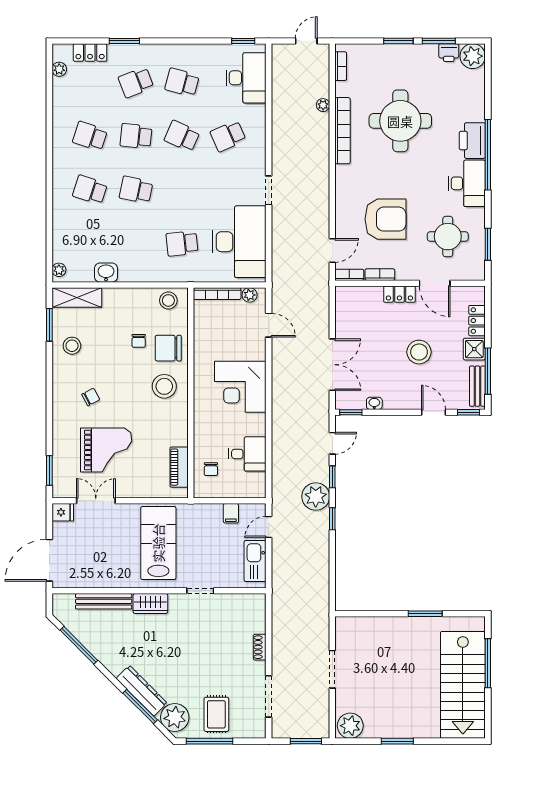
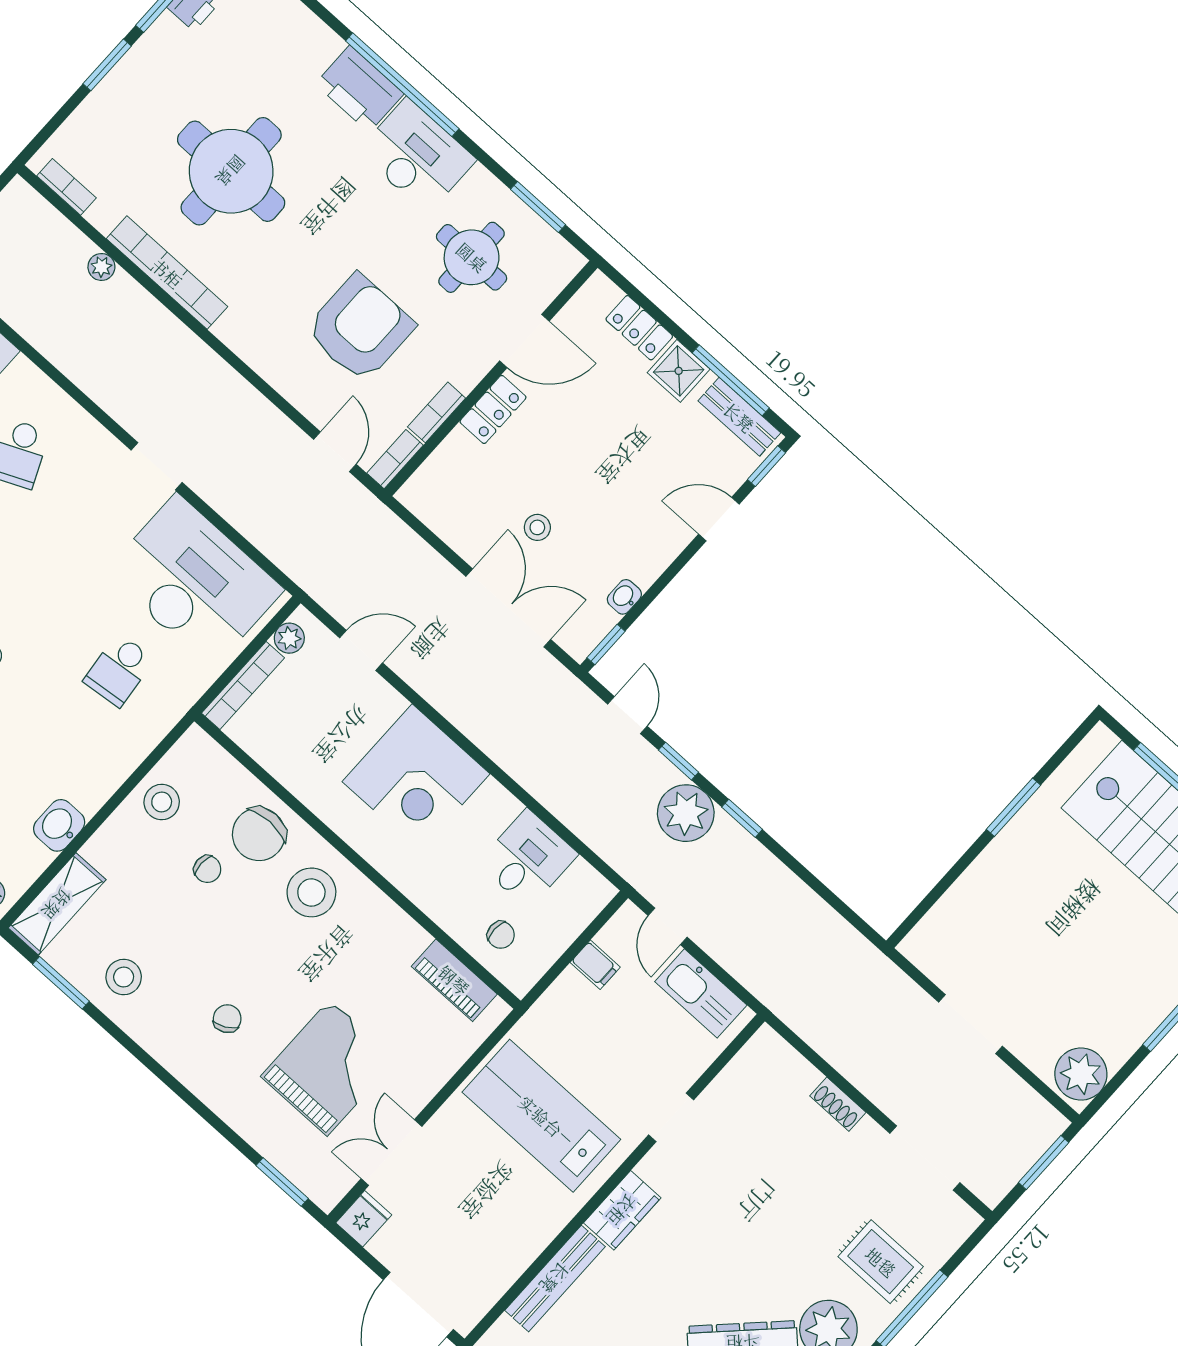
stool: (168, 300) -> (162, 802), moved
stool: (419, 352) -> (537, 527), moved, width x0.53, depth x0.53

